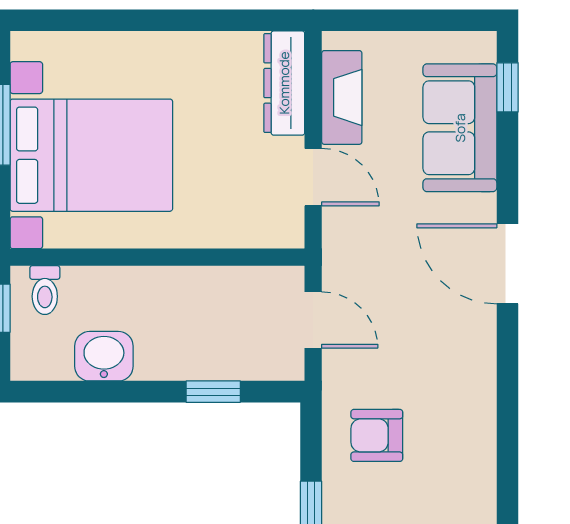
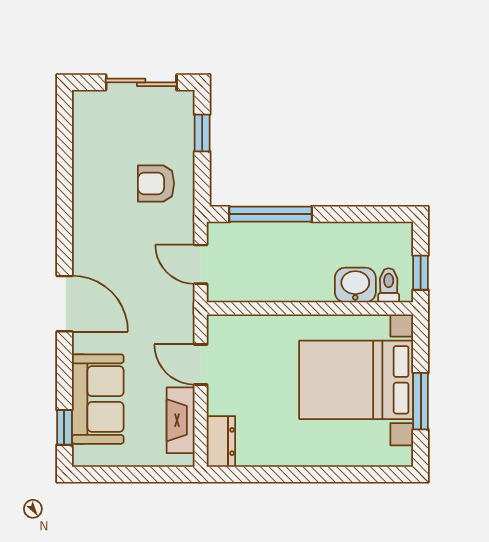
dresser: (284, 83) -> (221, 441), width x0.70
washbasin: (104, 356) -> (355, 285), moved, turned 180
window: (213, 392) -> (271, 214), width x2.17
armchair: (377, 435) -> (156, 183), turned 180

